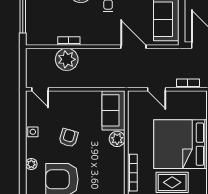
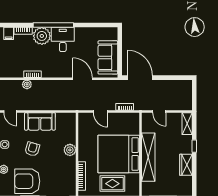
plant: (67, 59) -> (27, 84), width x0.53, depth x0.53
sofa: (113, 110) -> (40, 121), moved, turned -90

